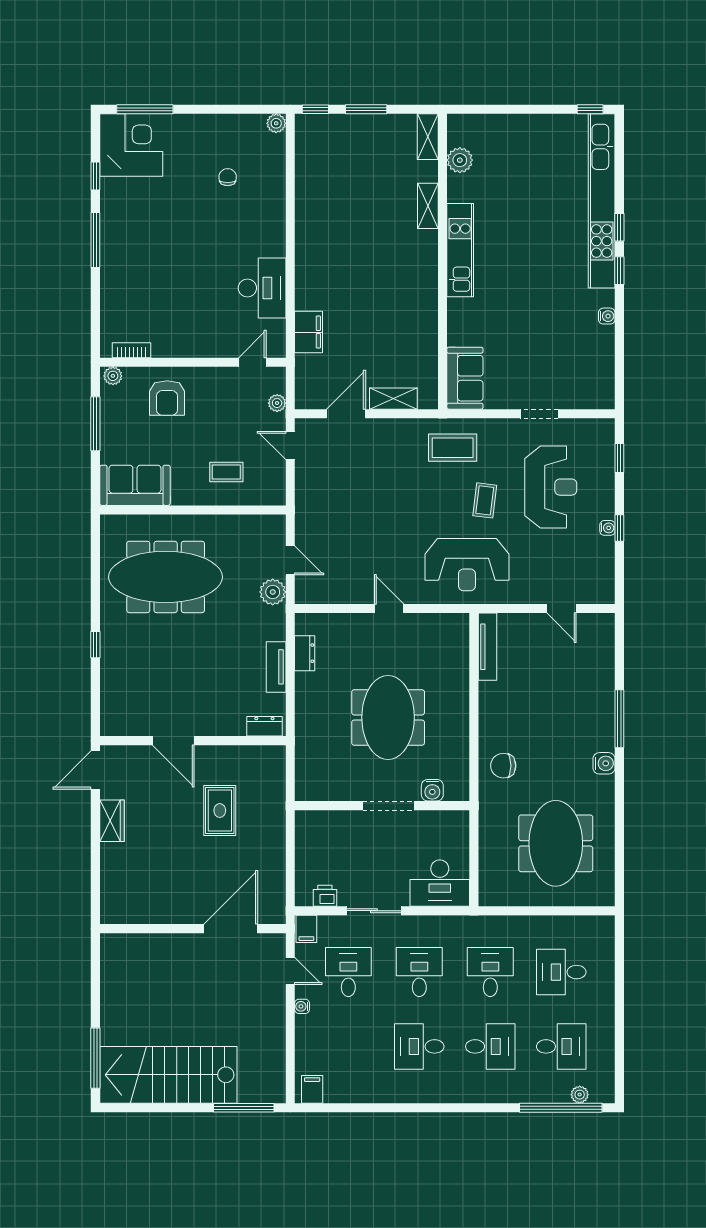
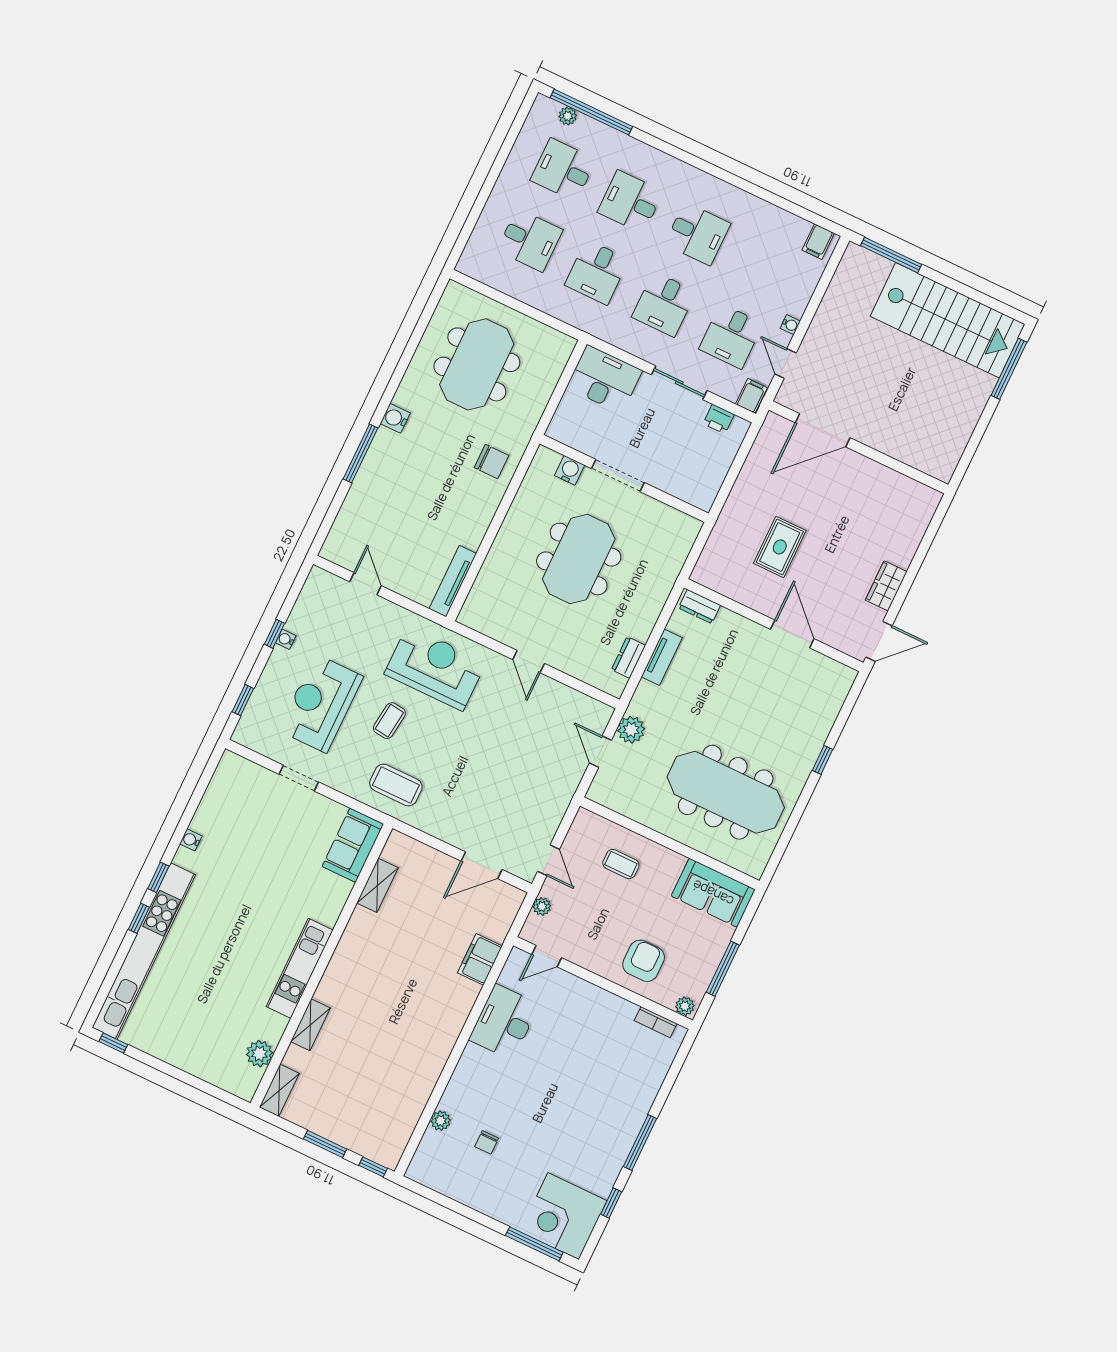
plant: (276, 123) -> (441, 1121), moved
shelving: (393, 399) -> (377, 885), moved, turned 90

